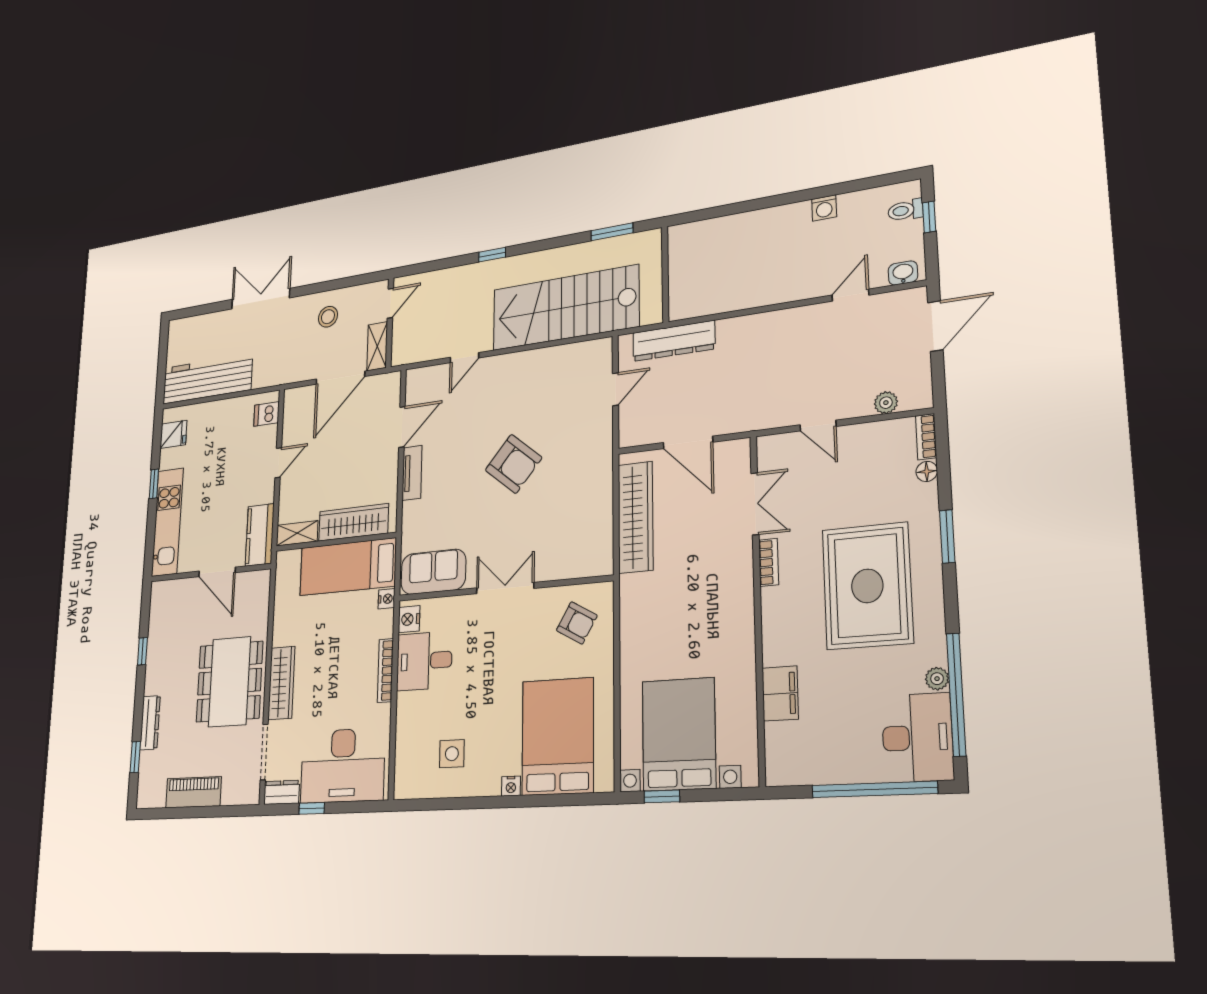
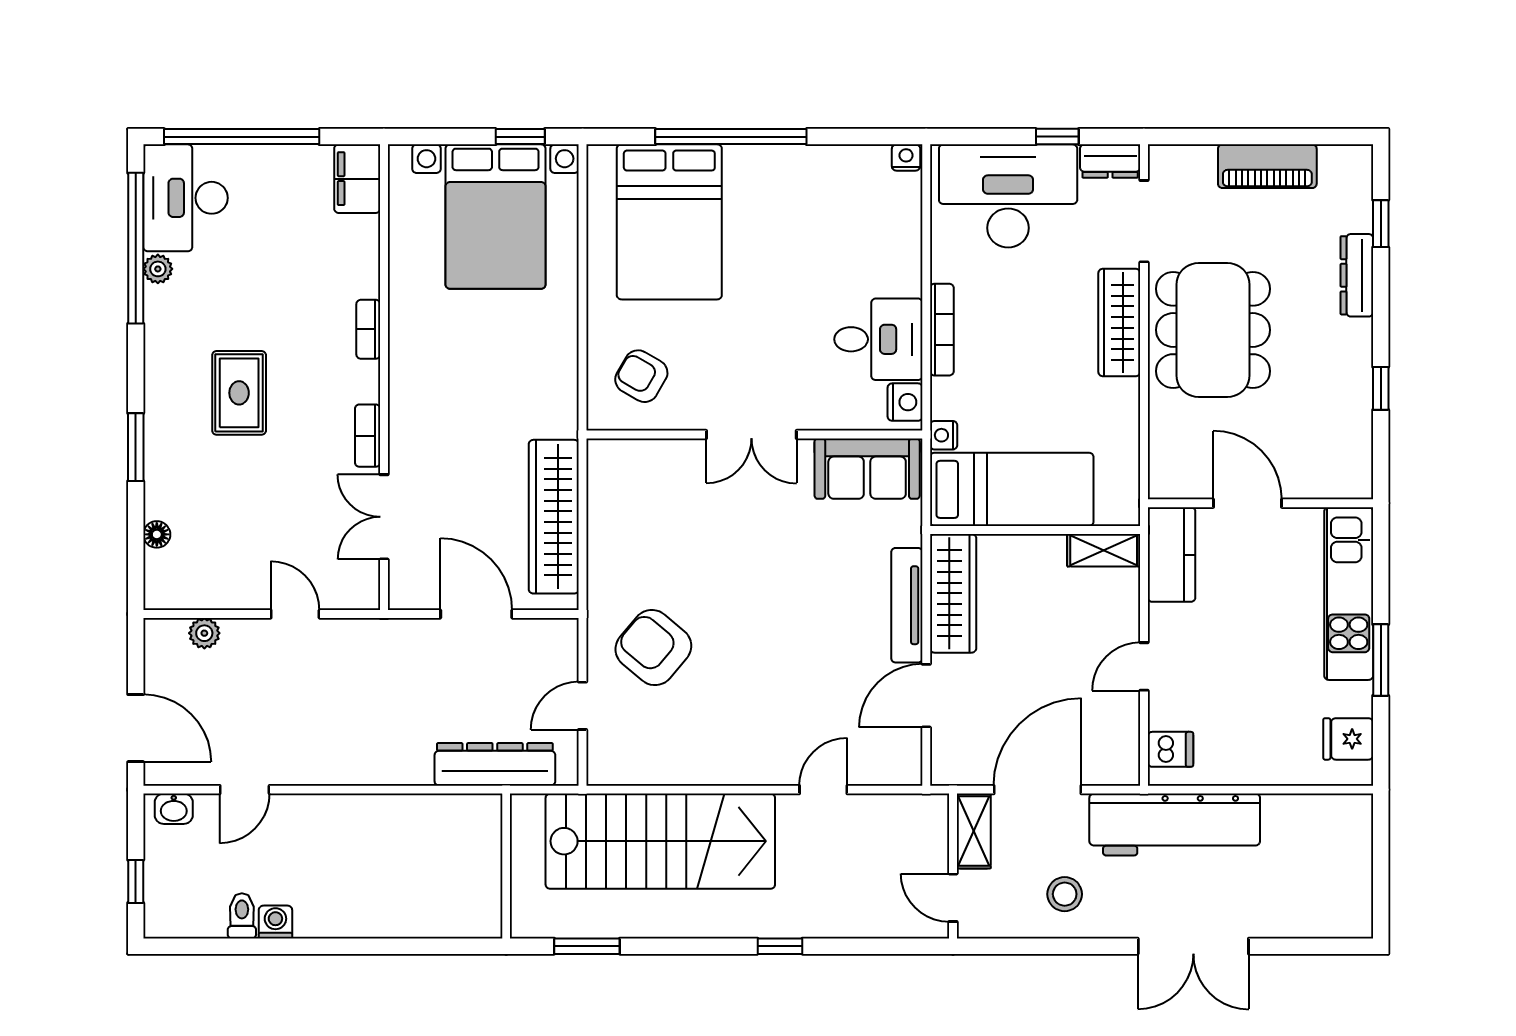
toilet: (905, 210) -> (242, 916), moved, turned -90
door: (390, 303) -> (953, 898), hinge flipped
door: (935, 326) -> (136, 728), swing flipped
workbench: (207, 379) -> (1175, 825), moved
bookcase: (926, 437) -> (368, 329), moved, turned 180
armchair: (514, 464) -> (653, 648), moved
tv unit: (412, 473) -> (907, 605), width x1.41
window: (154, 484) -> (1381, 660), width x1.50
wardrobe: (353, 522) -> (953, 593), moved, turned -90
rug: (867, 586) -> (239, 393), width x0.54, depth x0.49
filing cabinet: (780, 693) -> (357, 179), moved
side table: (452, 754) -> (831, 205), removed
nightstand: (511, 786) -> (906, 157), moved
window: (516, 801) -> (731, 137), added

